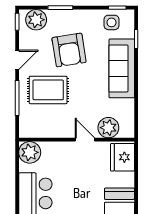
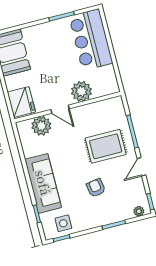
plant: (36, 20) -> (139, 211), width x0.53, depth x0.53
armchair: (69, 50) -> (96, 188), width x0.53, depth x0.53
plant: (30, 152) -> (81, 91), moved

